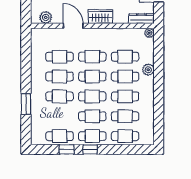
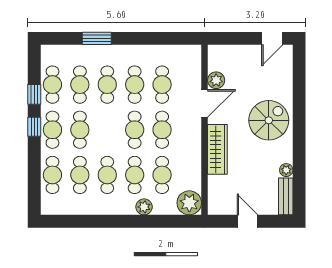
plant: (46, 17) -> (216, 80), moved
wardrobe: (100, 17) -> (217, 149), width x1.50
dresser: (141, 19) -> (215, 197), removed
plant: (149, 33) -> (189, 203), width x1.88, depth x1.88
cafe table: (92, 96) -> (80, 85), moved

